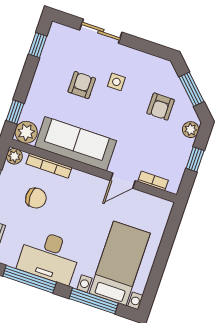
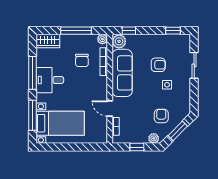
armchair: (161, 107) -> (161, 116), turned 90
desk: (49, 257) -> (50, 80), width x0.73

